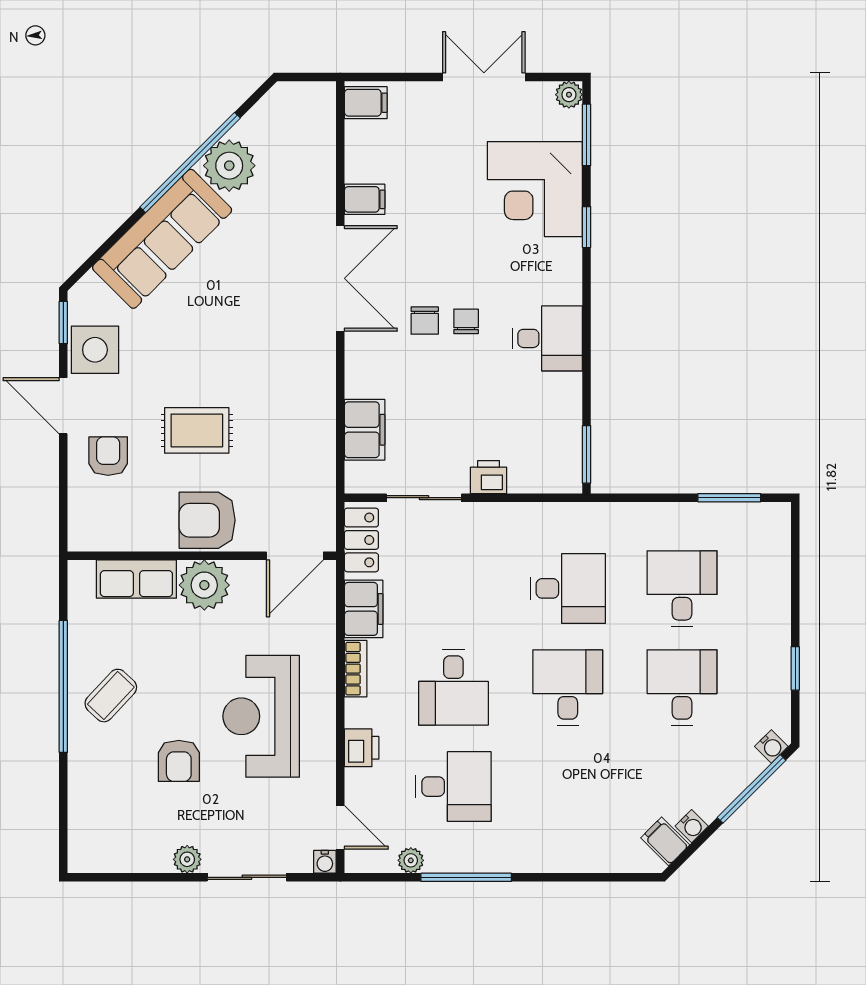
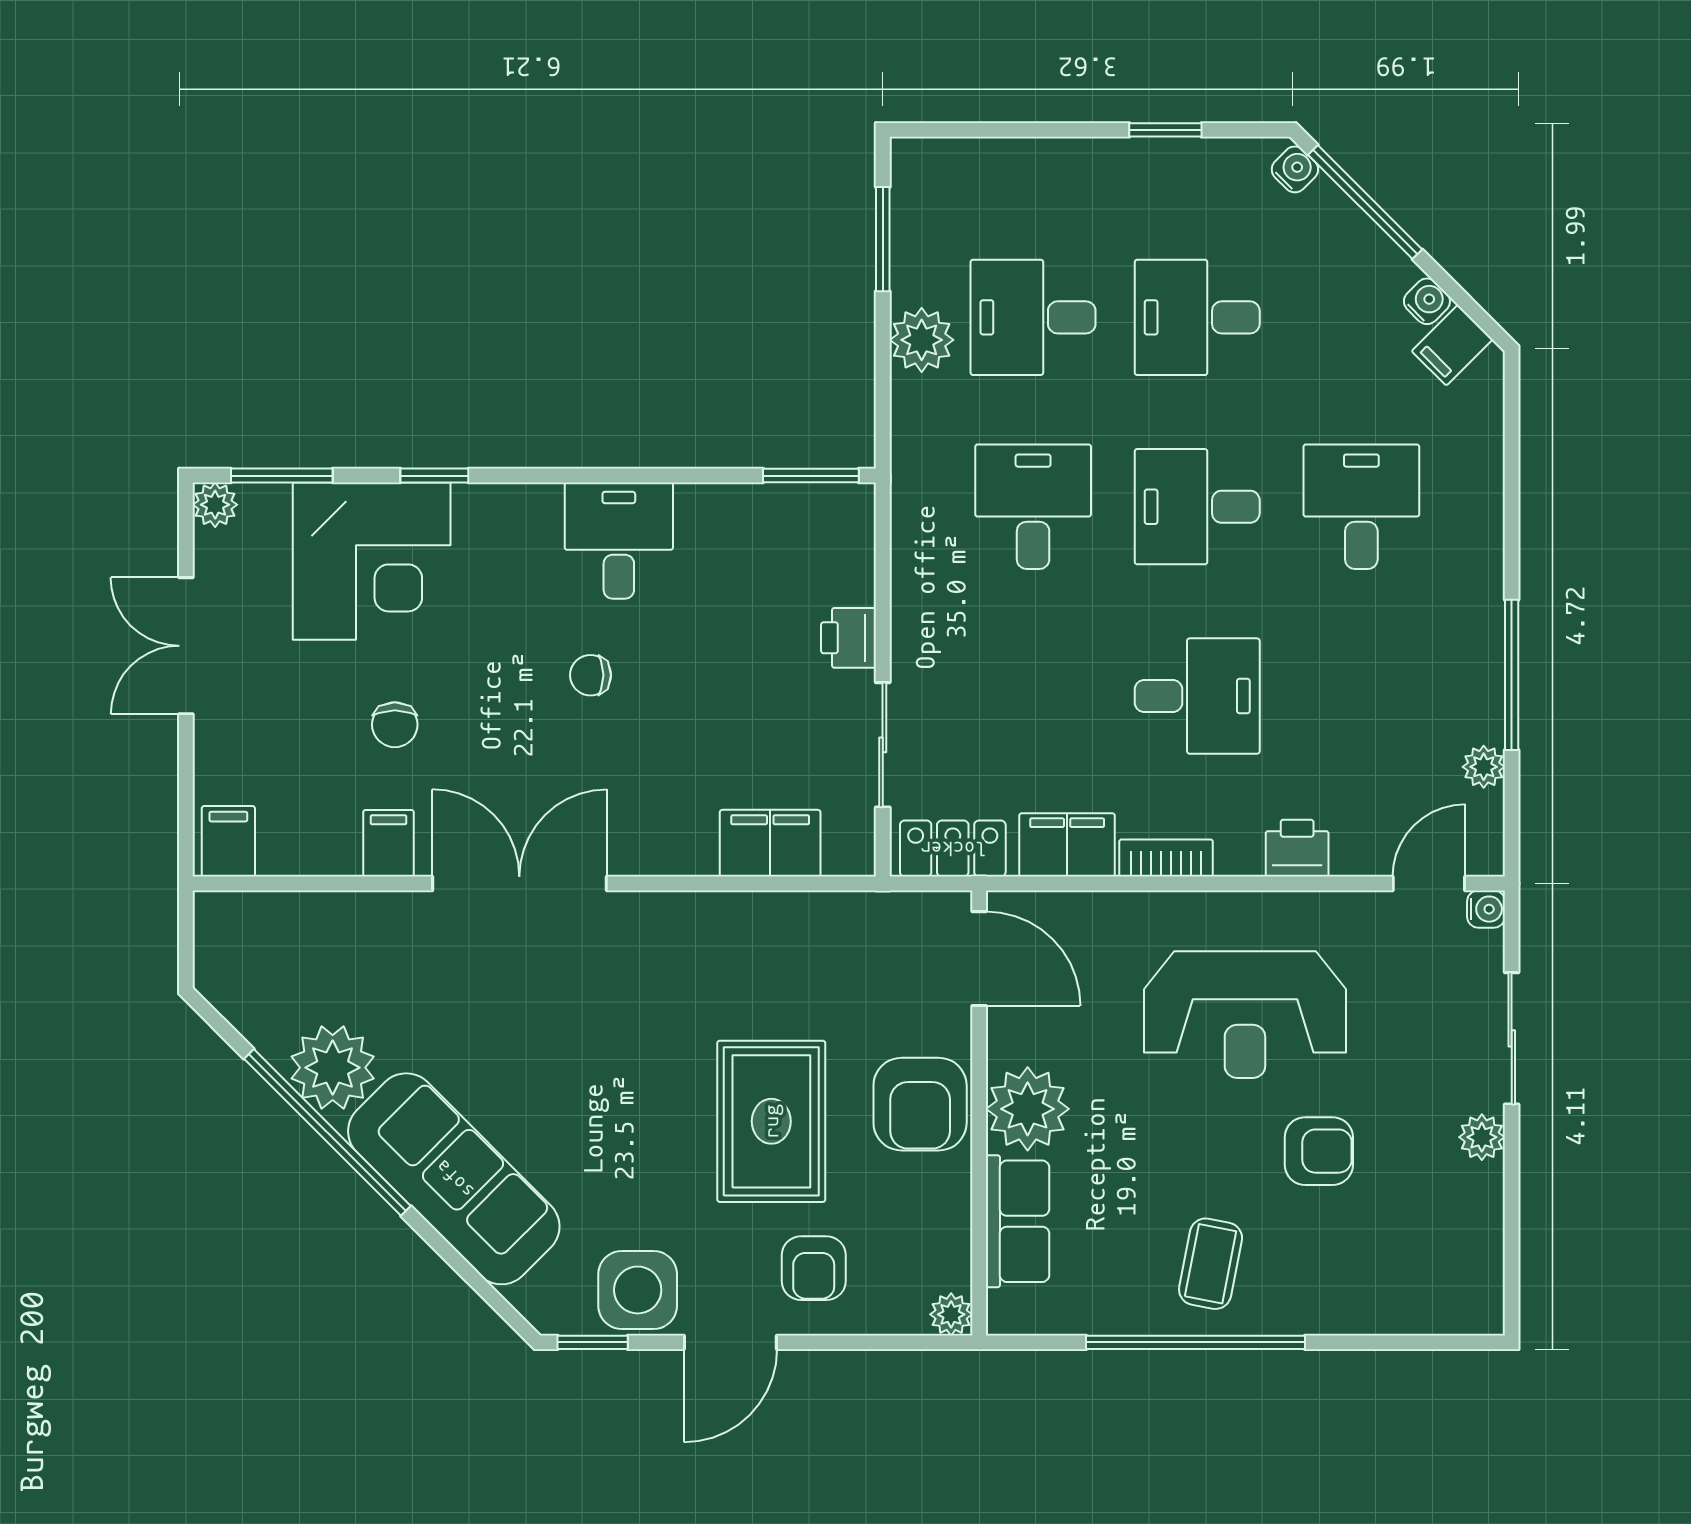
chair: (425, 321) -> (395, 725), moved, turned 90
rug: (197, 430) -> (771, 1121), width x1.36, depth x1.43
armchair: (108, 456) -> (814, 1268), turned -90
plant: (668, 521) -> (922, 340), added
plant: (80, 539) -> (951, 1314), added
coffee table: (111, 696) -> (1211, 1264), turned 58
desk: (453, 787) -> (1361, 507), moved

